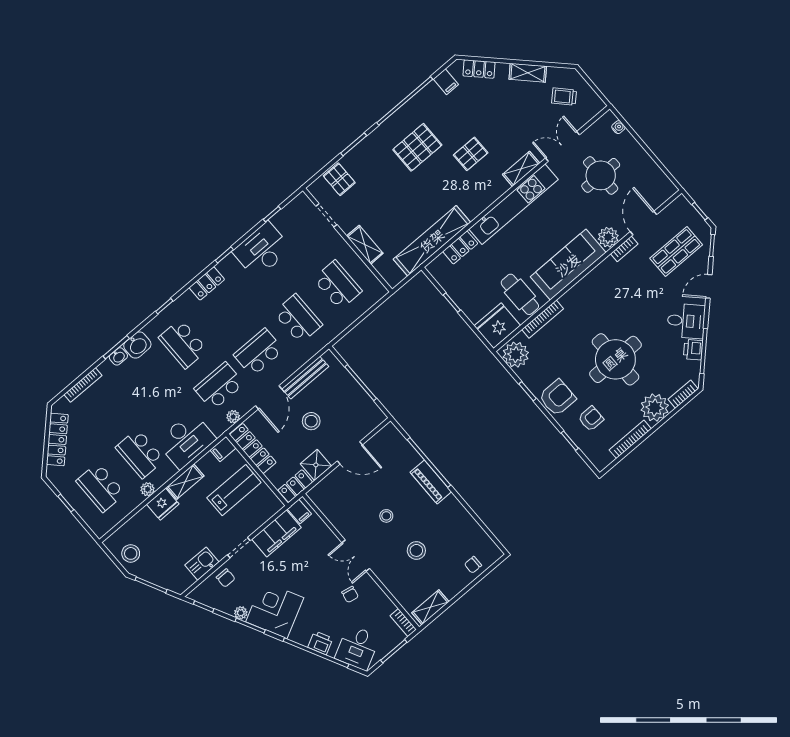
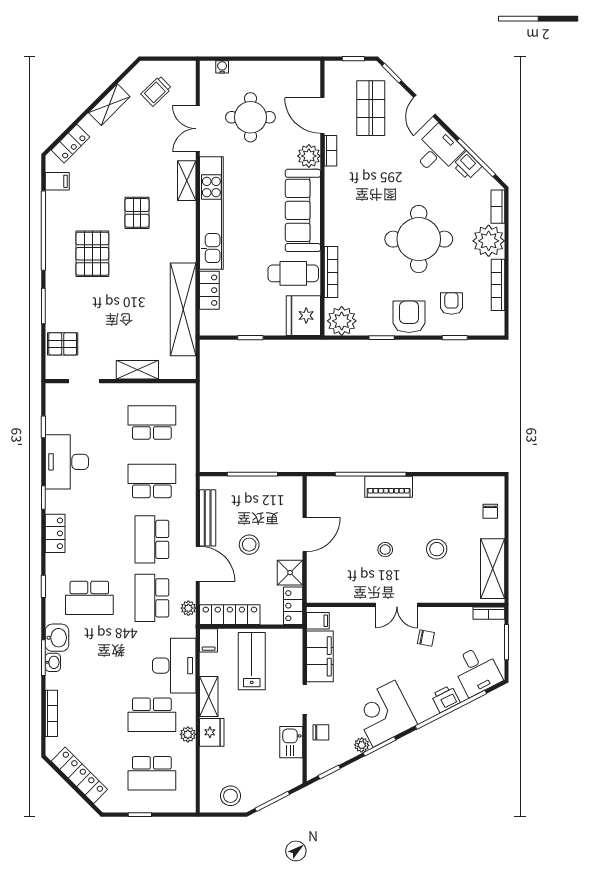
shelving: (430, 607) -> (493, 569), width x1.50, depth x1.33

